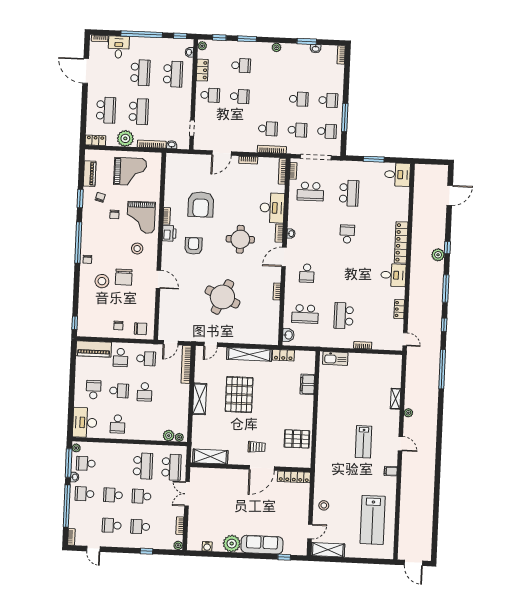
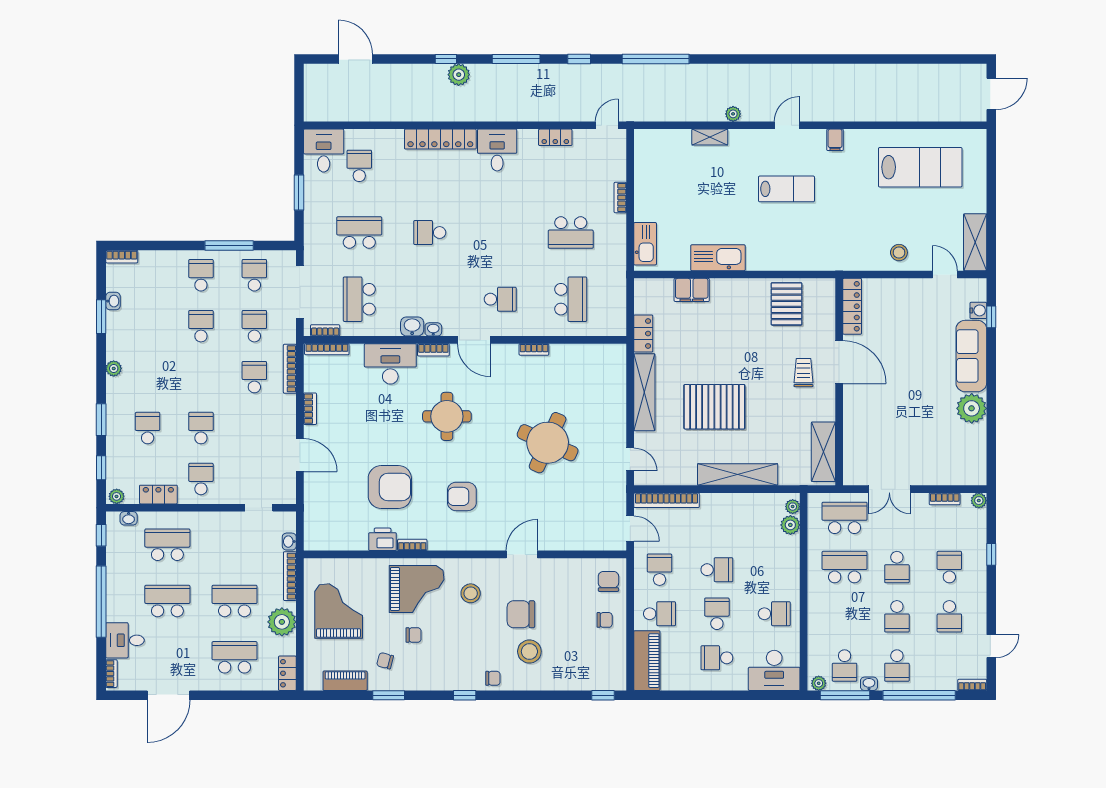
school desk: (310, 191) -> (359, 299), turned 180
school desk: (388, 195) -> (359, 166), added
printer: (169, 233) -> (383, 539), moved
window: (78, 243) -> (465, 695), width x0.32
chair: (124, 277) -> (521, 614), turned 180
washbasin: (288, 335) -> (412, 326), moved
shelving: (200, 399) -> (738, 474), width x1.47
kitchen sink: (325, 400) -> (718, 258), added
school desk: (140, 527) -> (949, 567), turned 180
water cooler: (207, 546) -> (978, 310), moved

